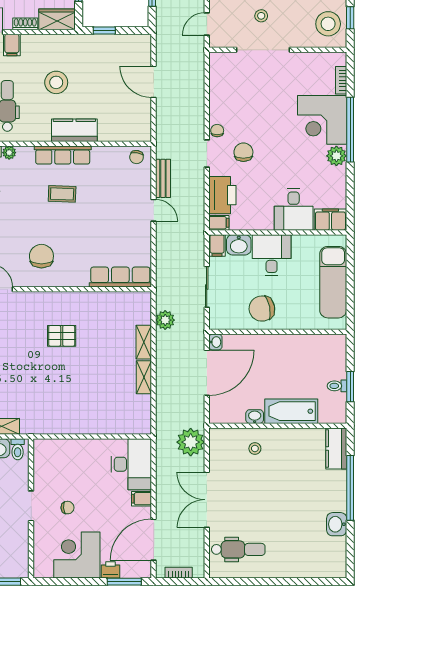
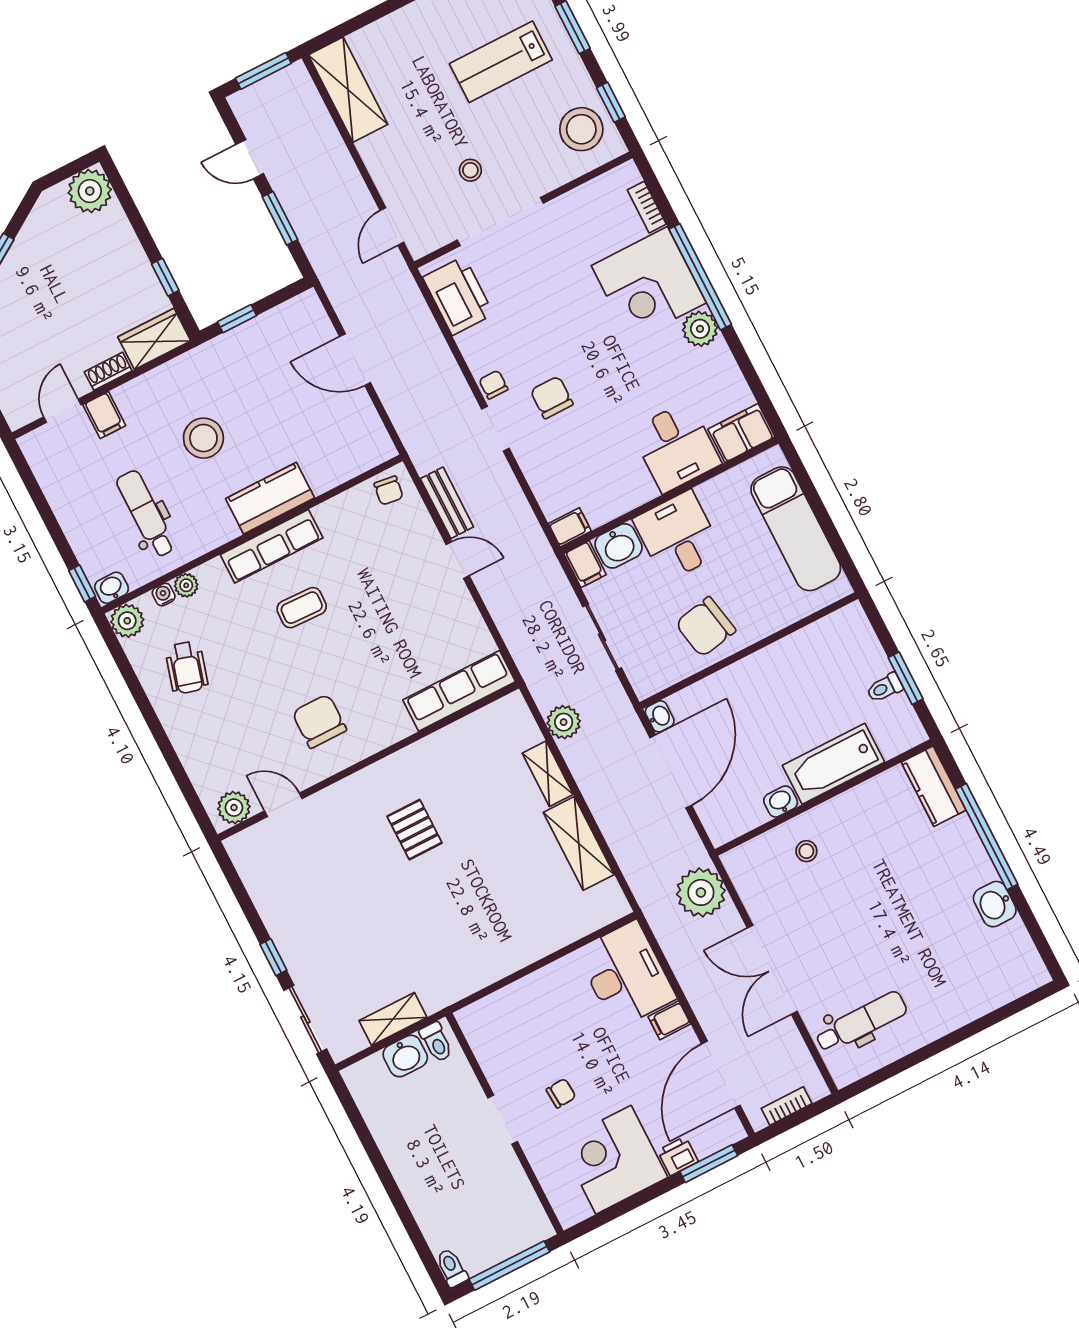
printer: (222, 195) -> (458, 296), moved
pallet: (62, 336) -> (415, 830), turned 90
shelving: (144, 377) -> (579, 843), width x1.50, depth x1.33

